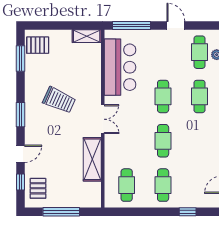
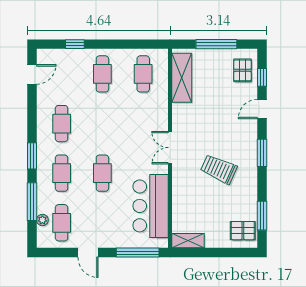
cafe table: (163, 141) -> (62, 124), moved
shelving: (92, 159) -> (182, 78), moved

